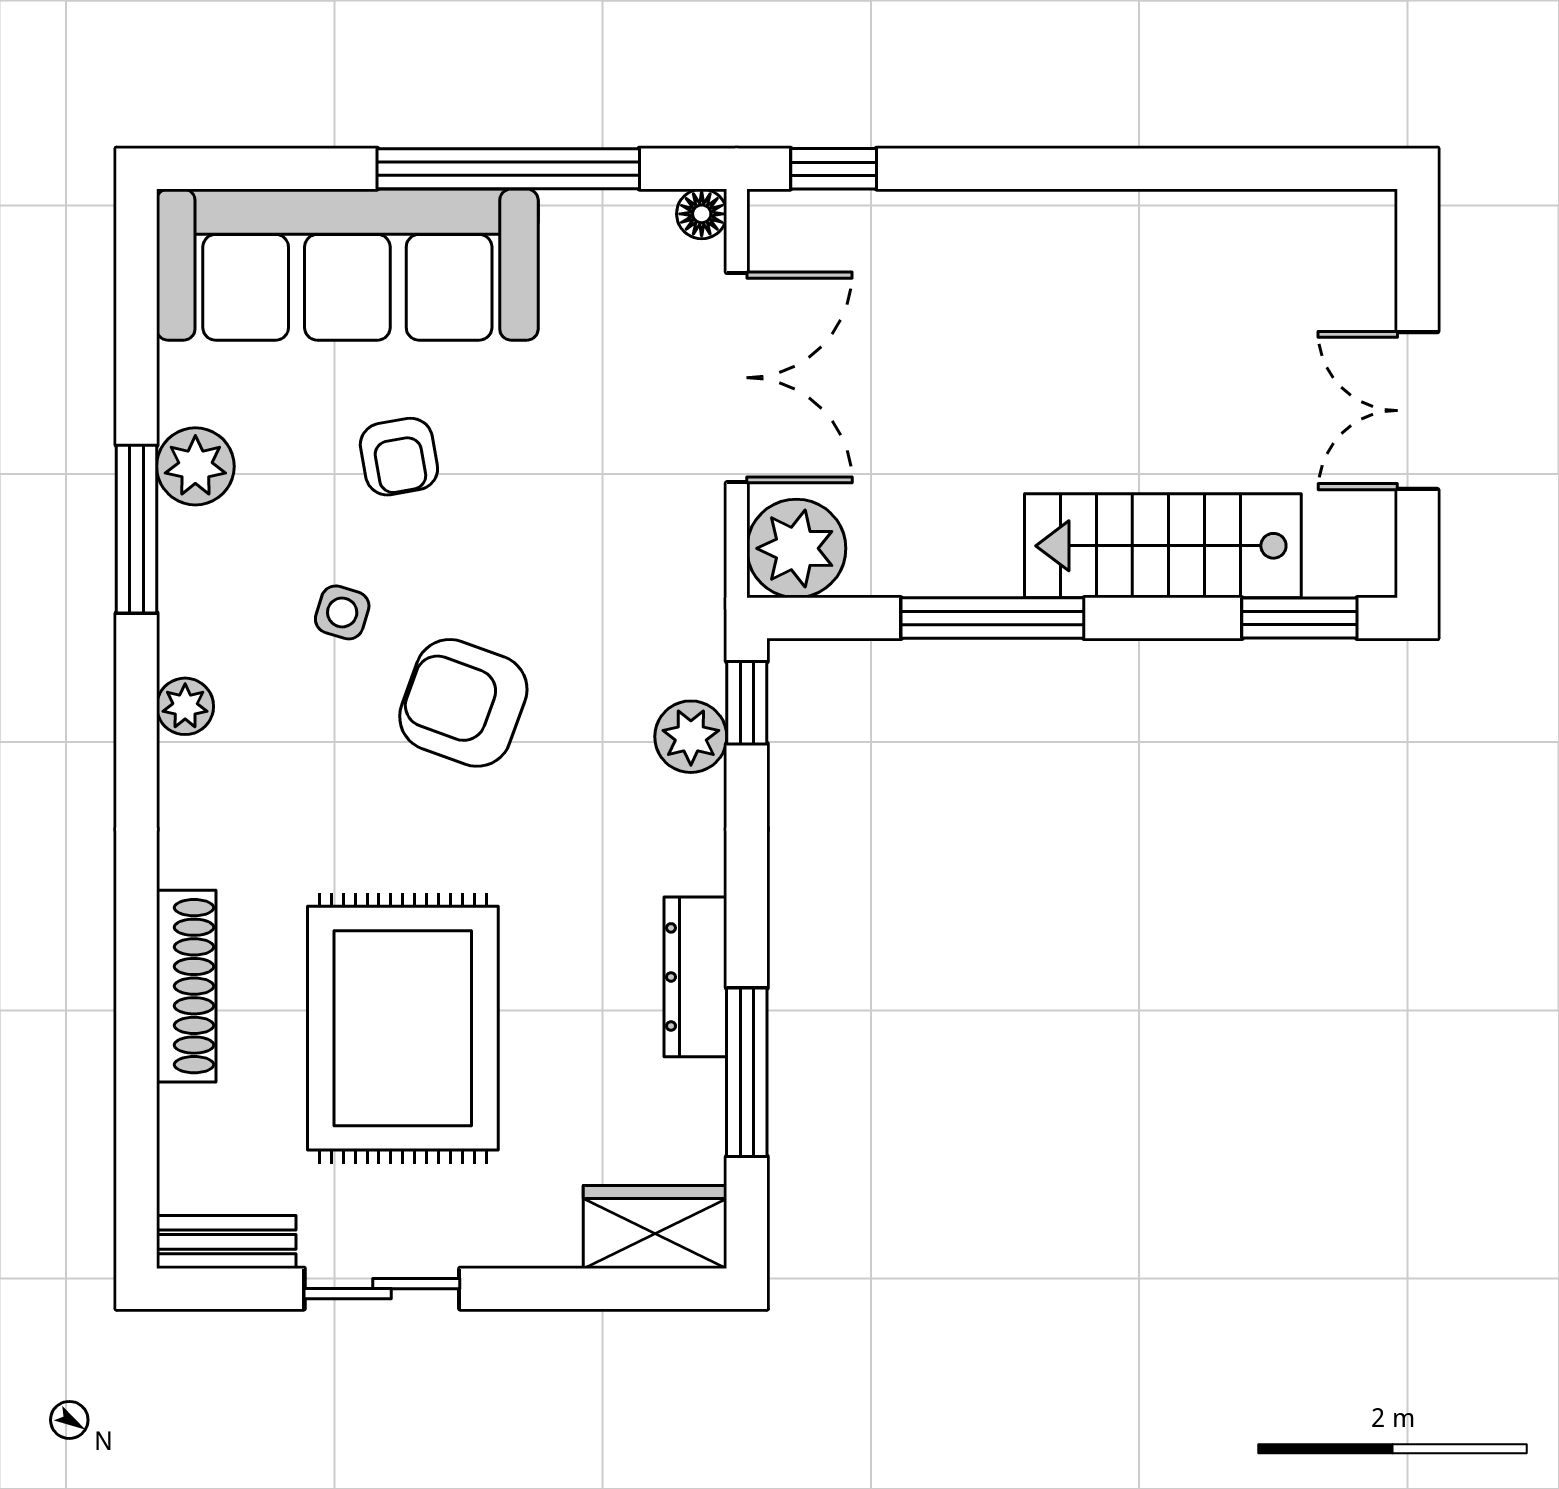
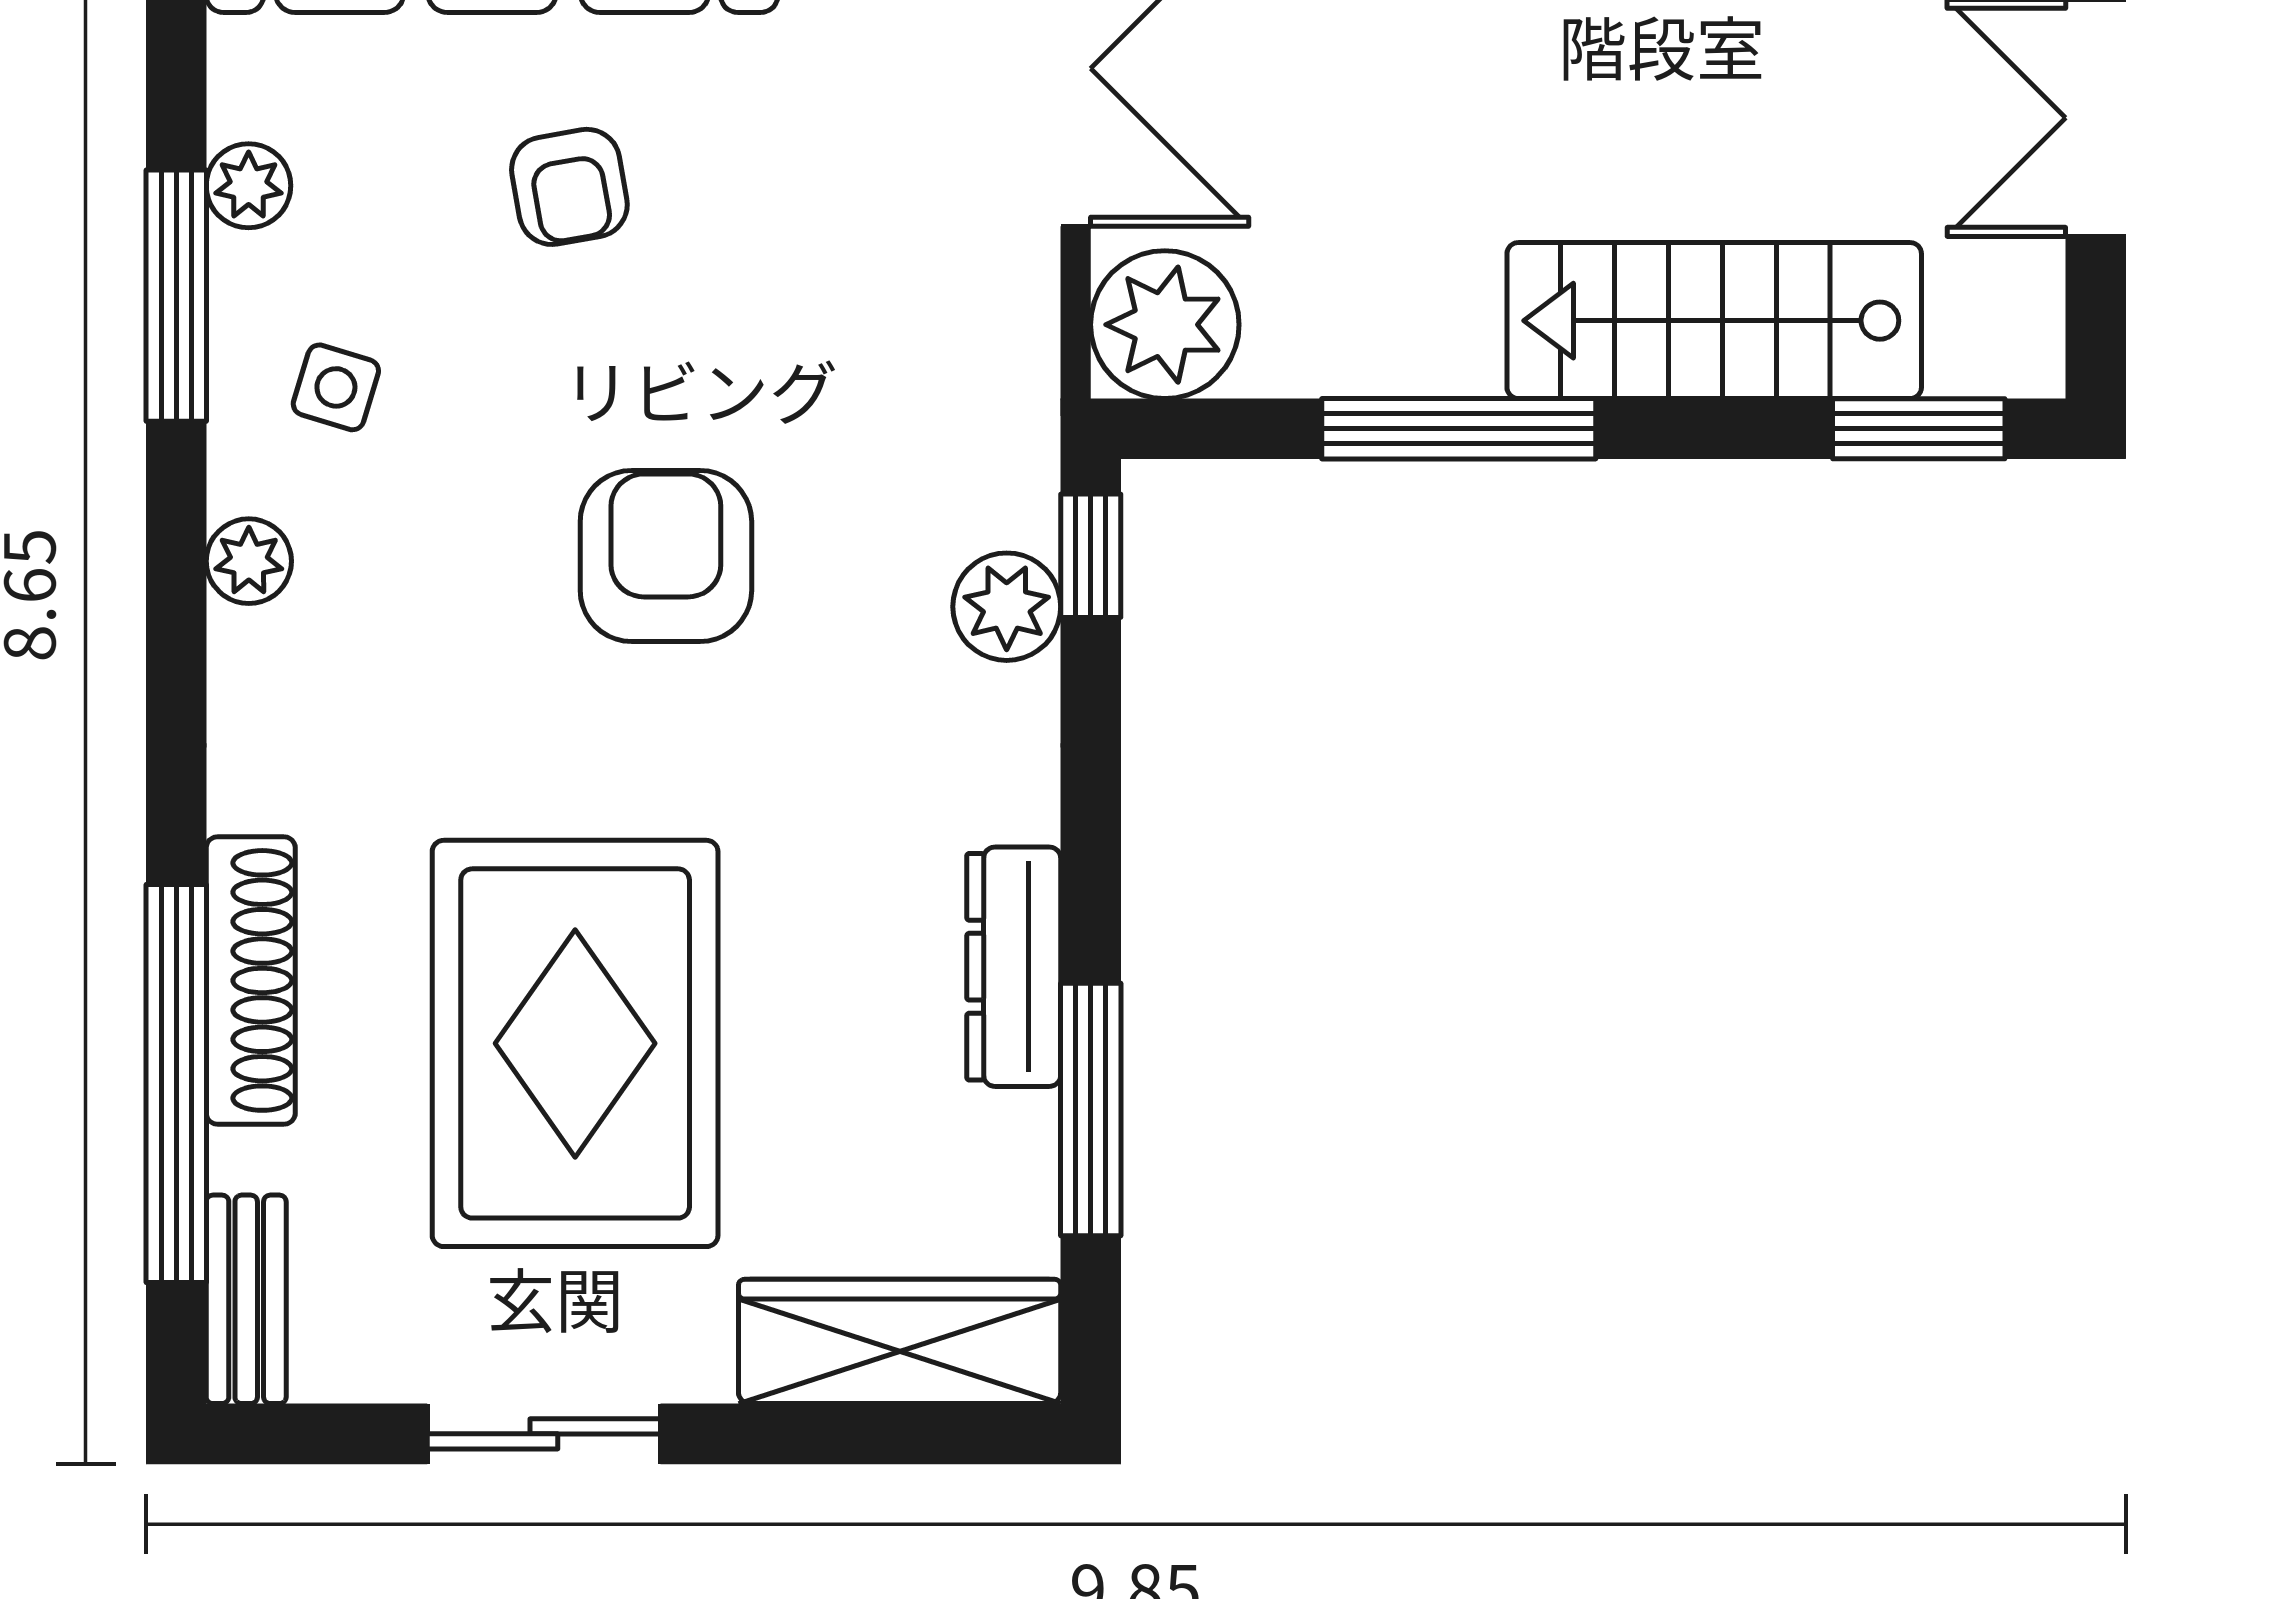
plant: (195, 466) -> (249, 186), width x0.73, depth x0.73
side table: (342, 612) -> (336, 387), moved
armchair: (463, 703) -> (666, 556), turned 70
window: (137, 1055) -> (176, 1083), added
wardrobe: (655, 1227) -> (900, 1341), width x1.50
bench: (226, 1242) -> (246, 1299), moved, turned 90

